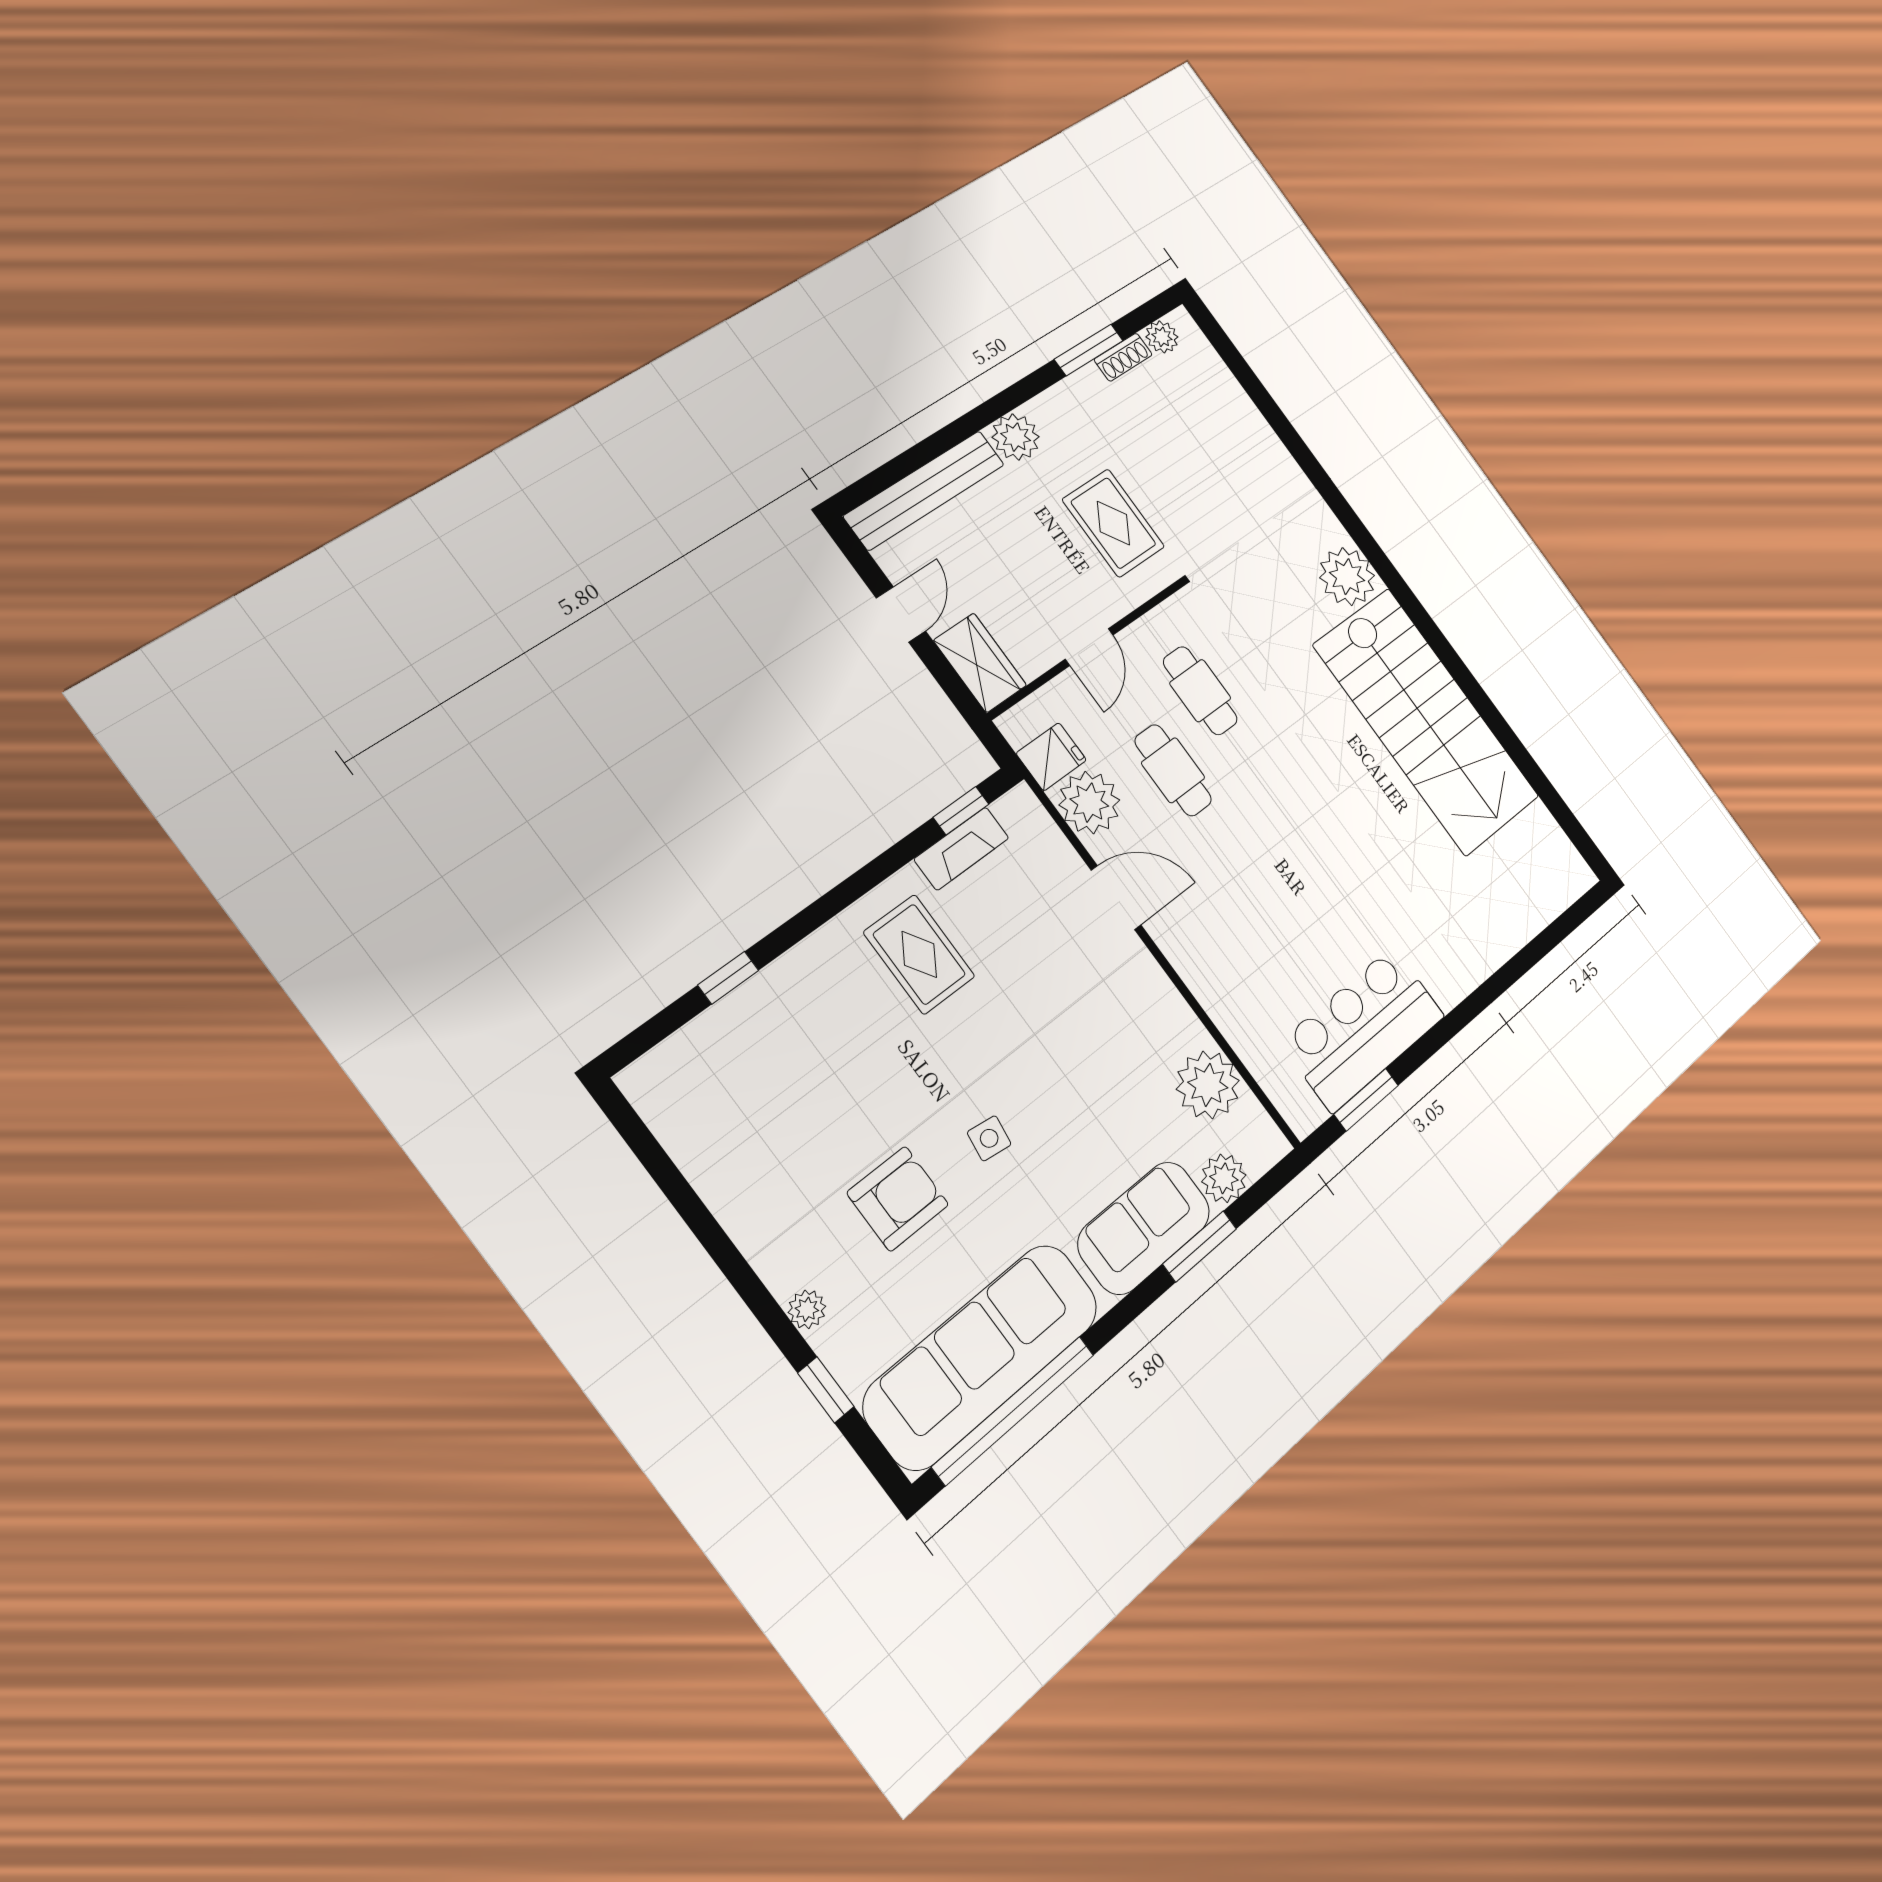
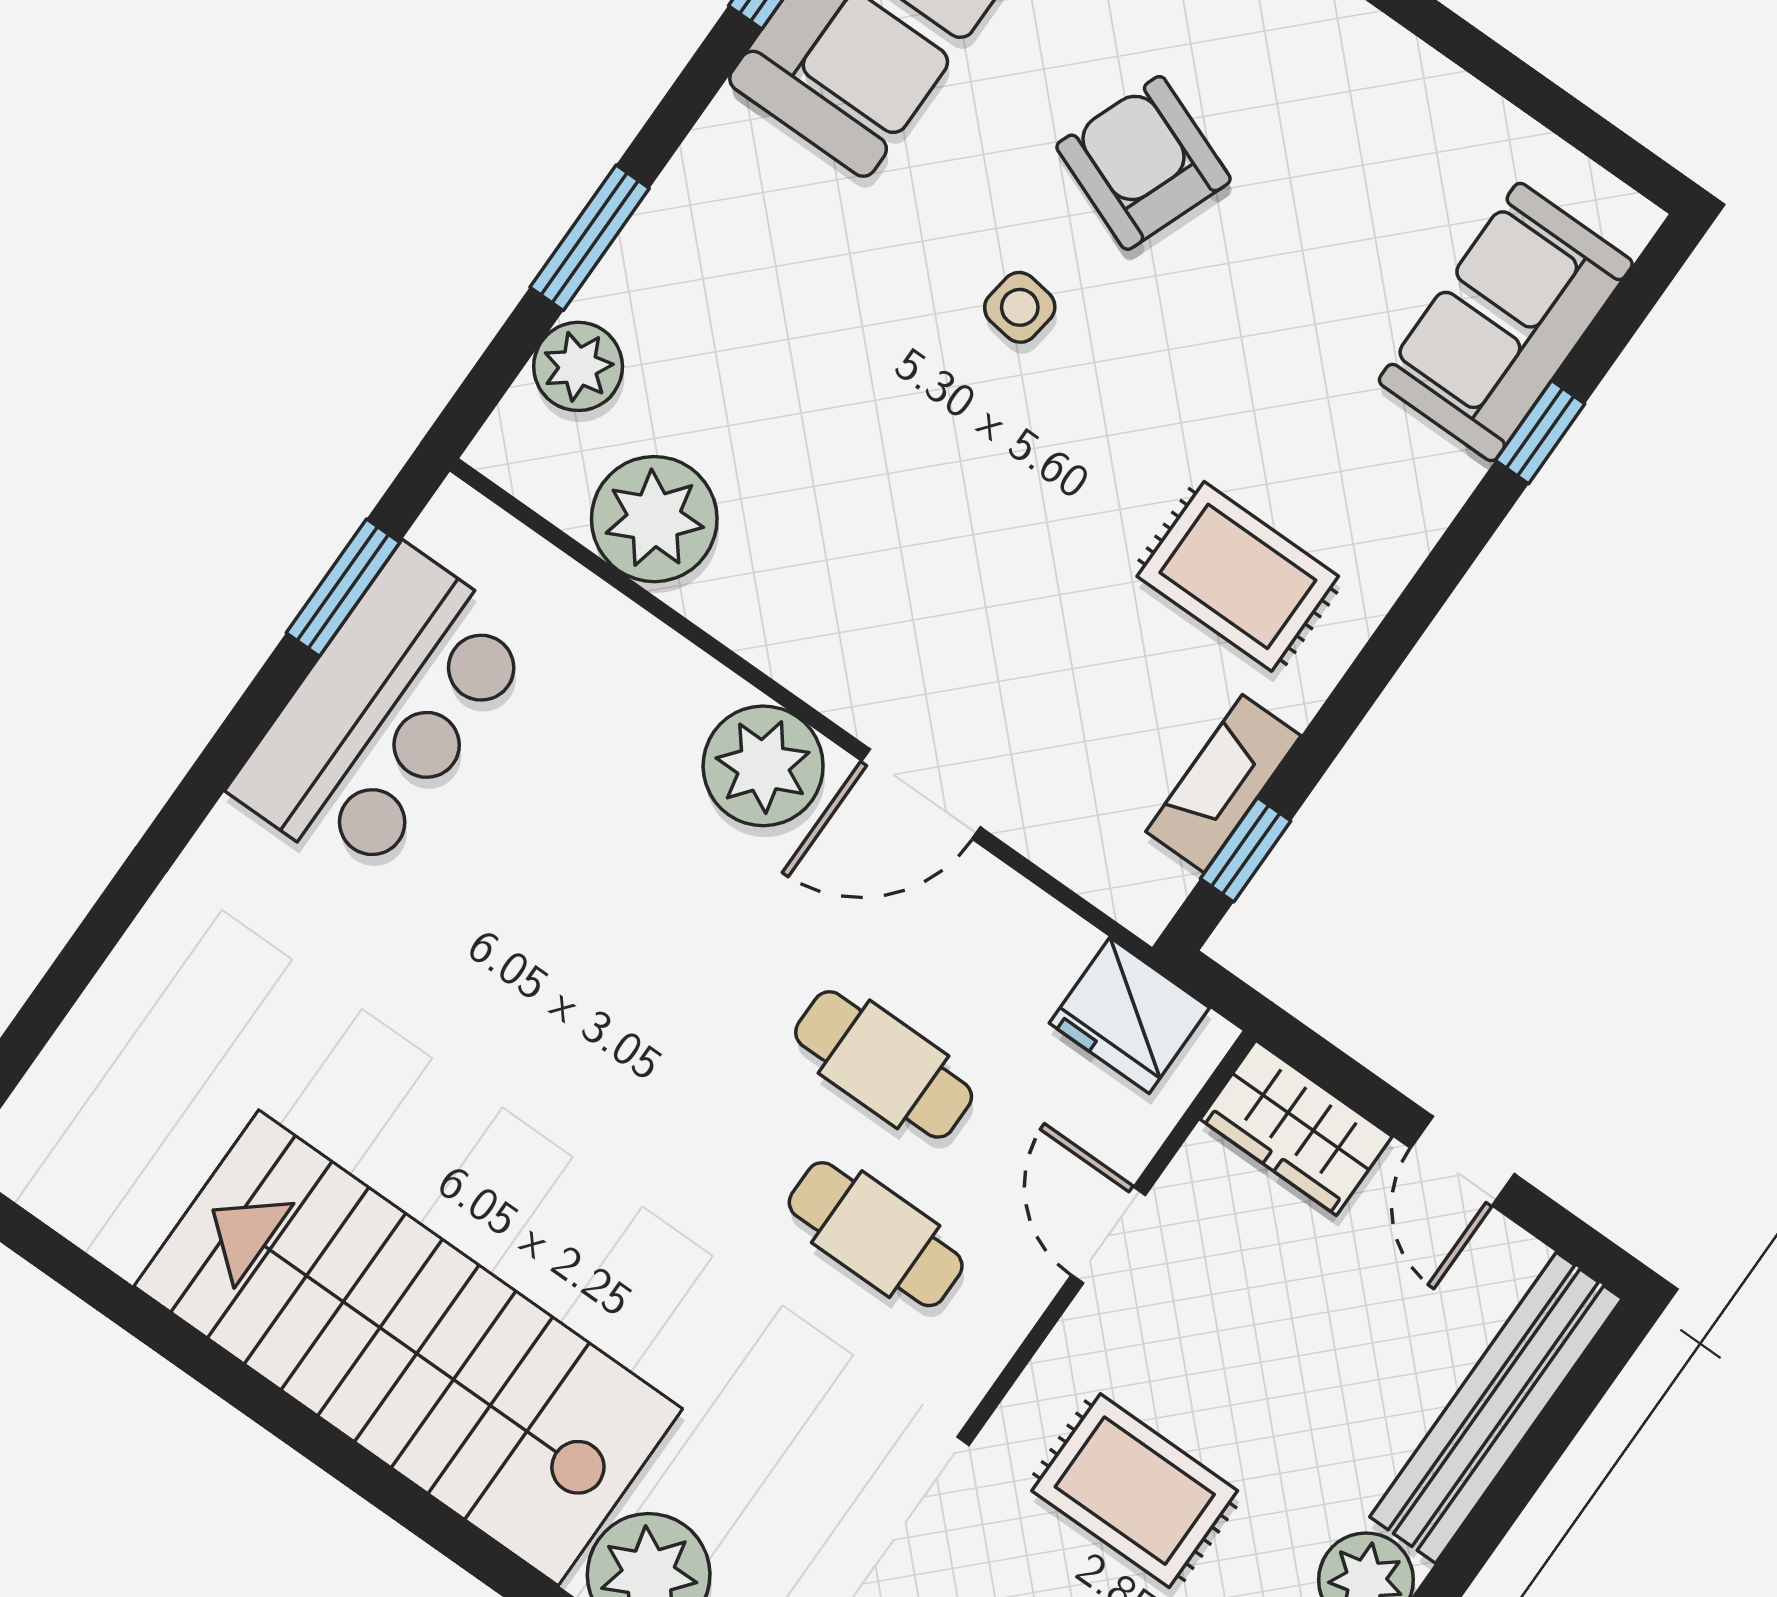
fridge: (1051, 757) -> (1129, 1015), width x1.38
plant: (1089, 803) -> (763, 766), moved
armchair: (898, 1199) -> (1143, 163), turned 111
sofa: (1144, 1228) -> (1506, 322), moved, turned 180

